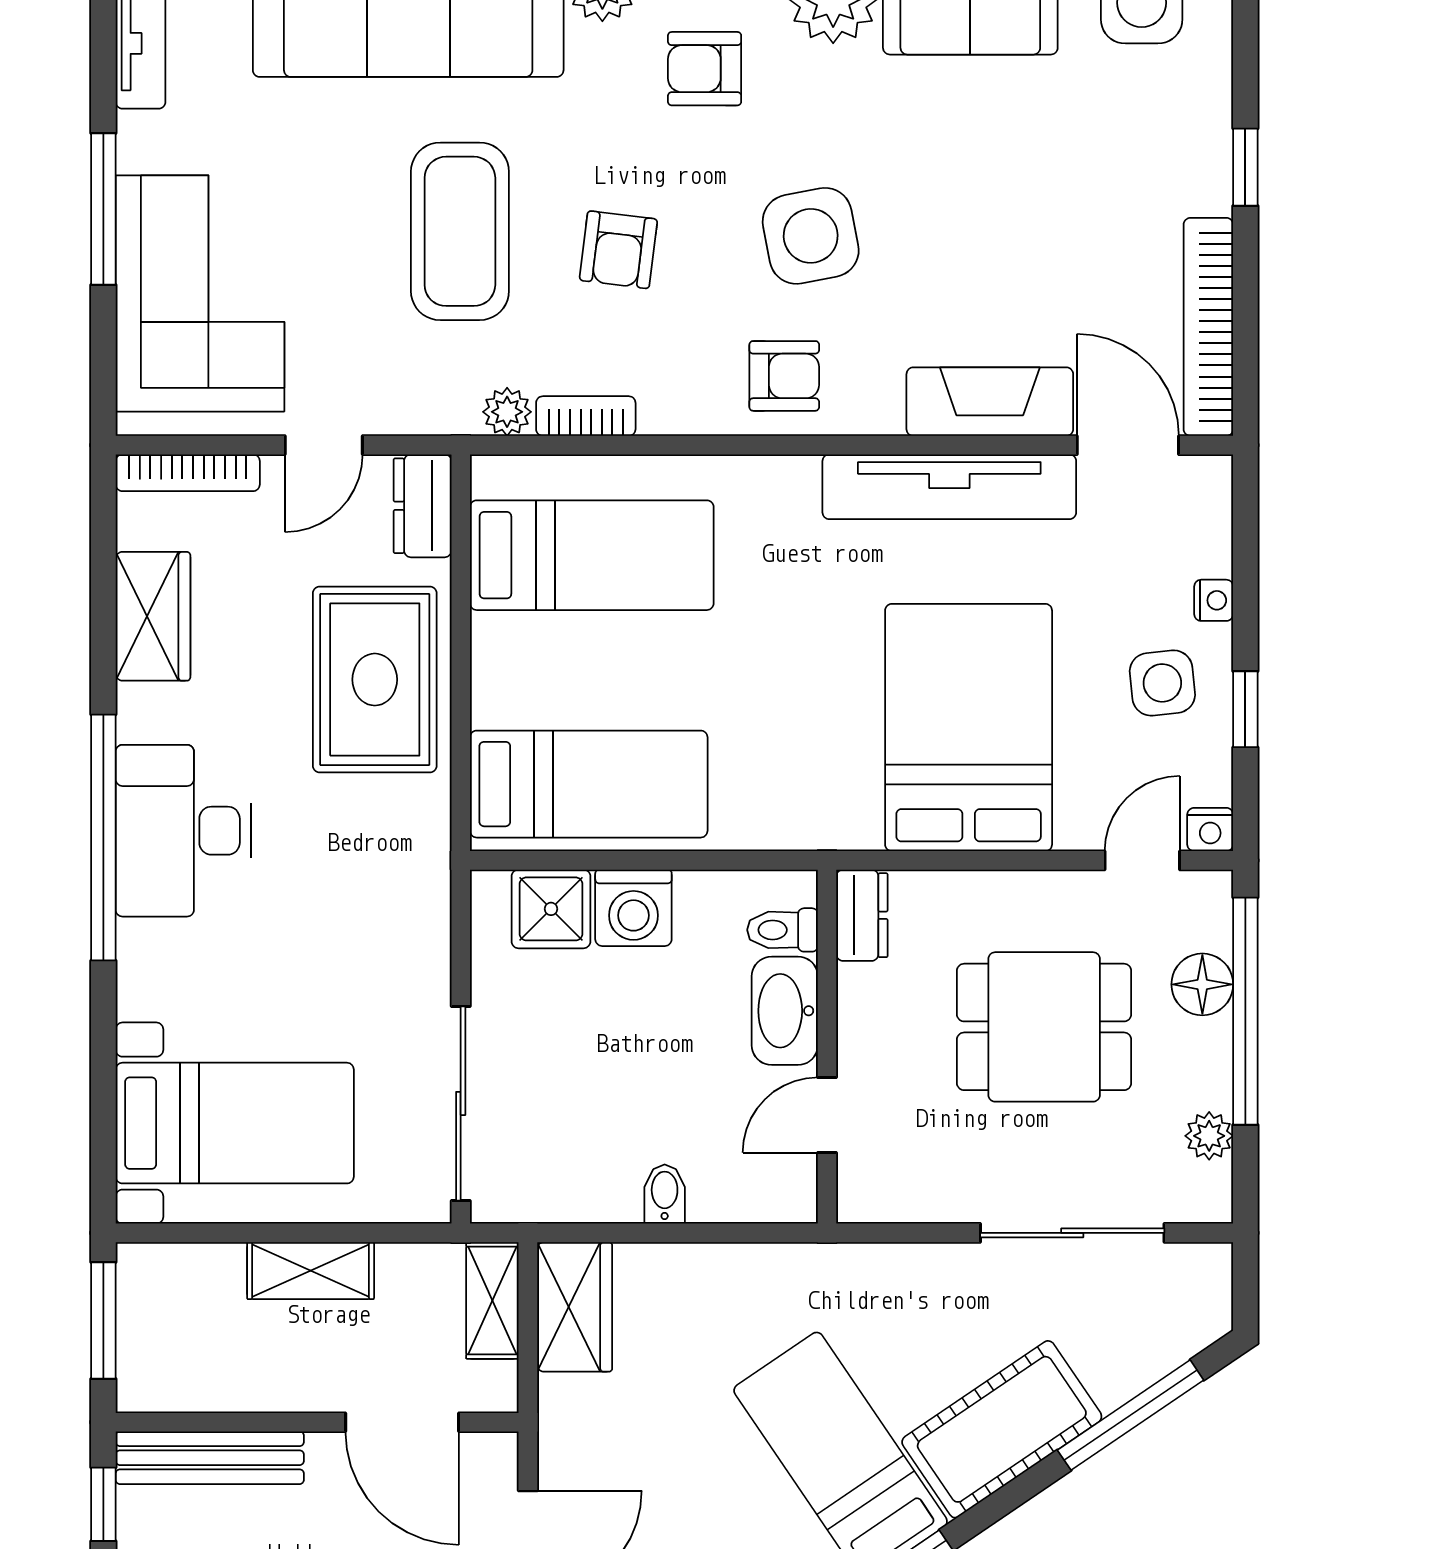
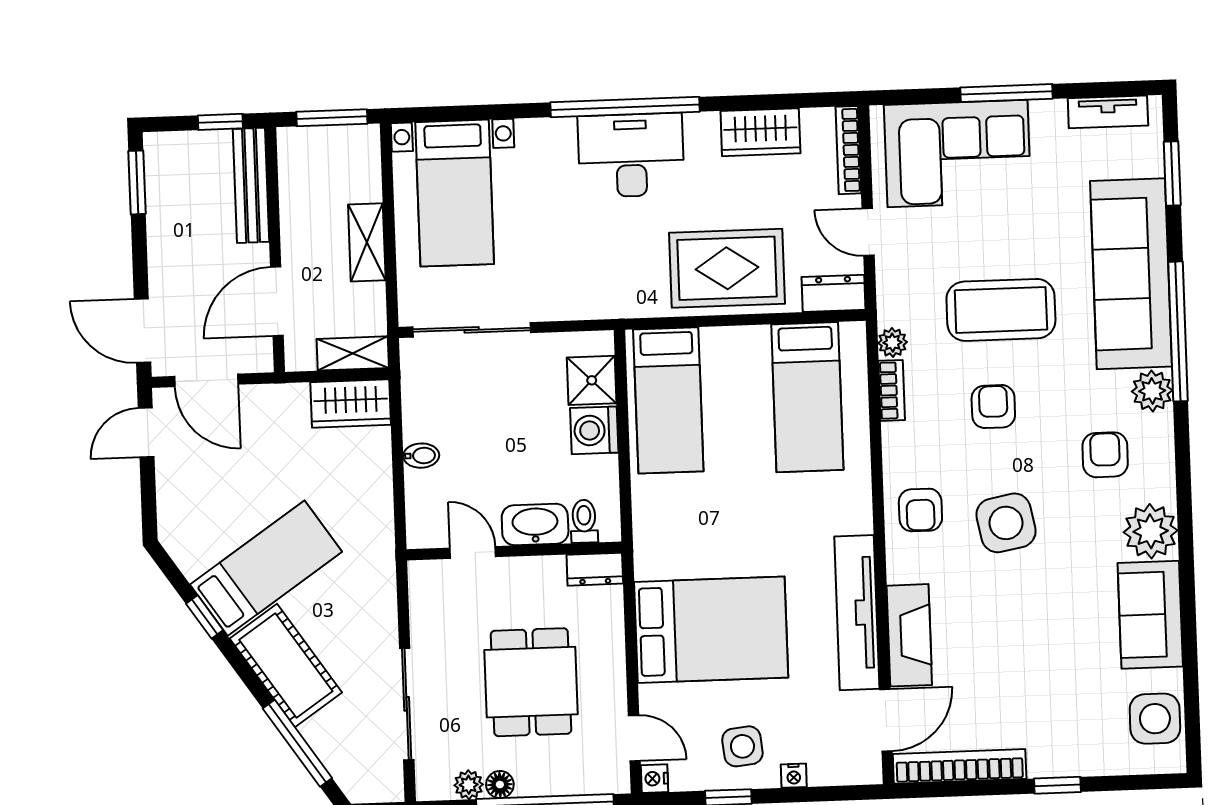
armchair: (618, 250) -> (993, 407), turned 83
floor lamp: (1202, 984) -> (500, 785), moved, width x0.73, depth x0.73

